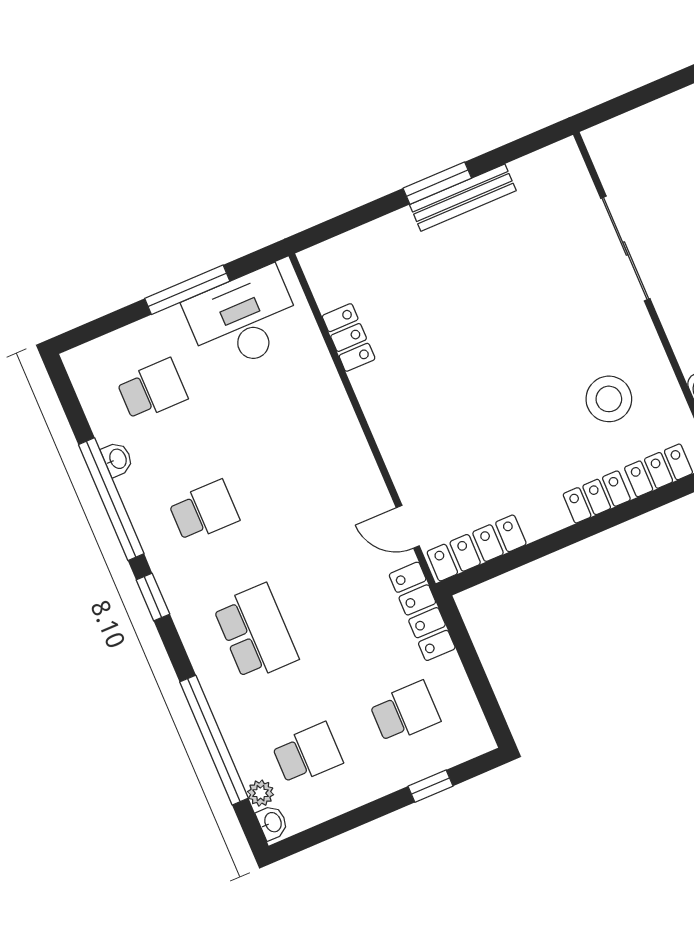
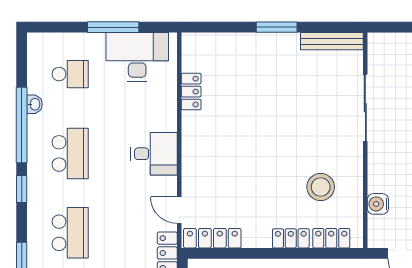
bench: (463, 198) -> (332, 41), moved
desk: (332, 457) -> (154, 154), added
school desk: (204, 511) -> (70, 153), width x1.85

